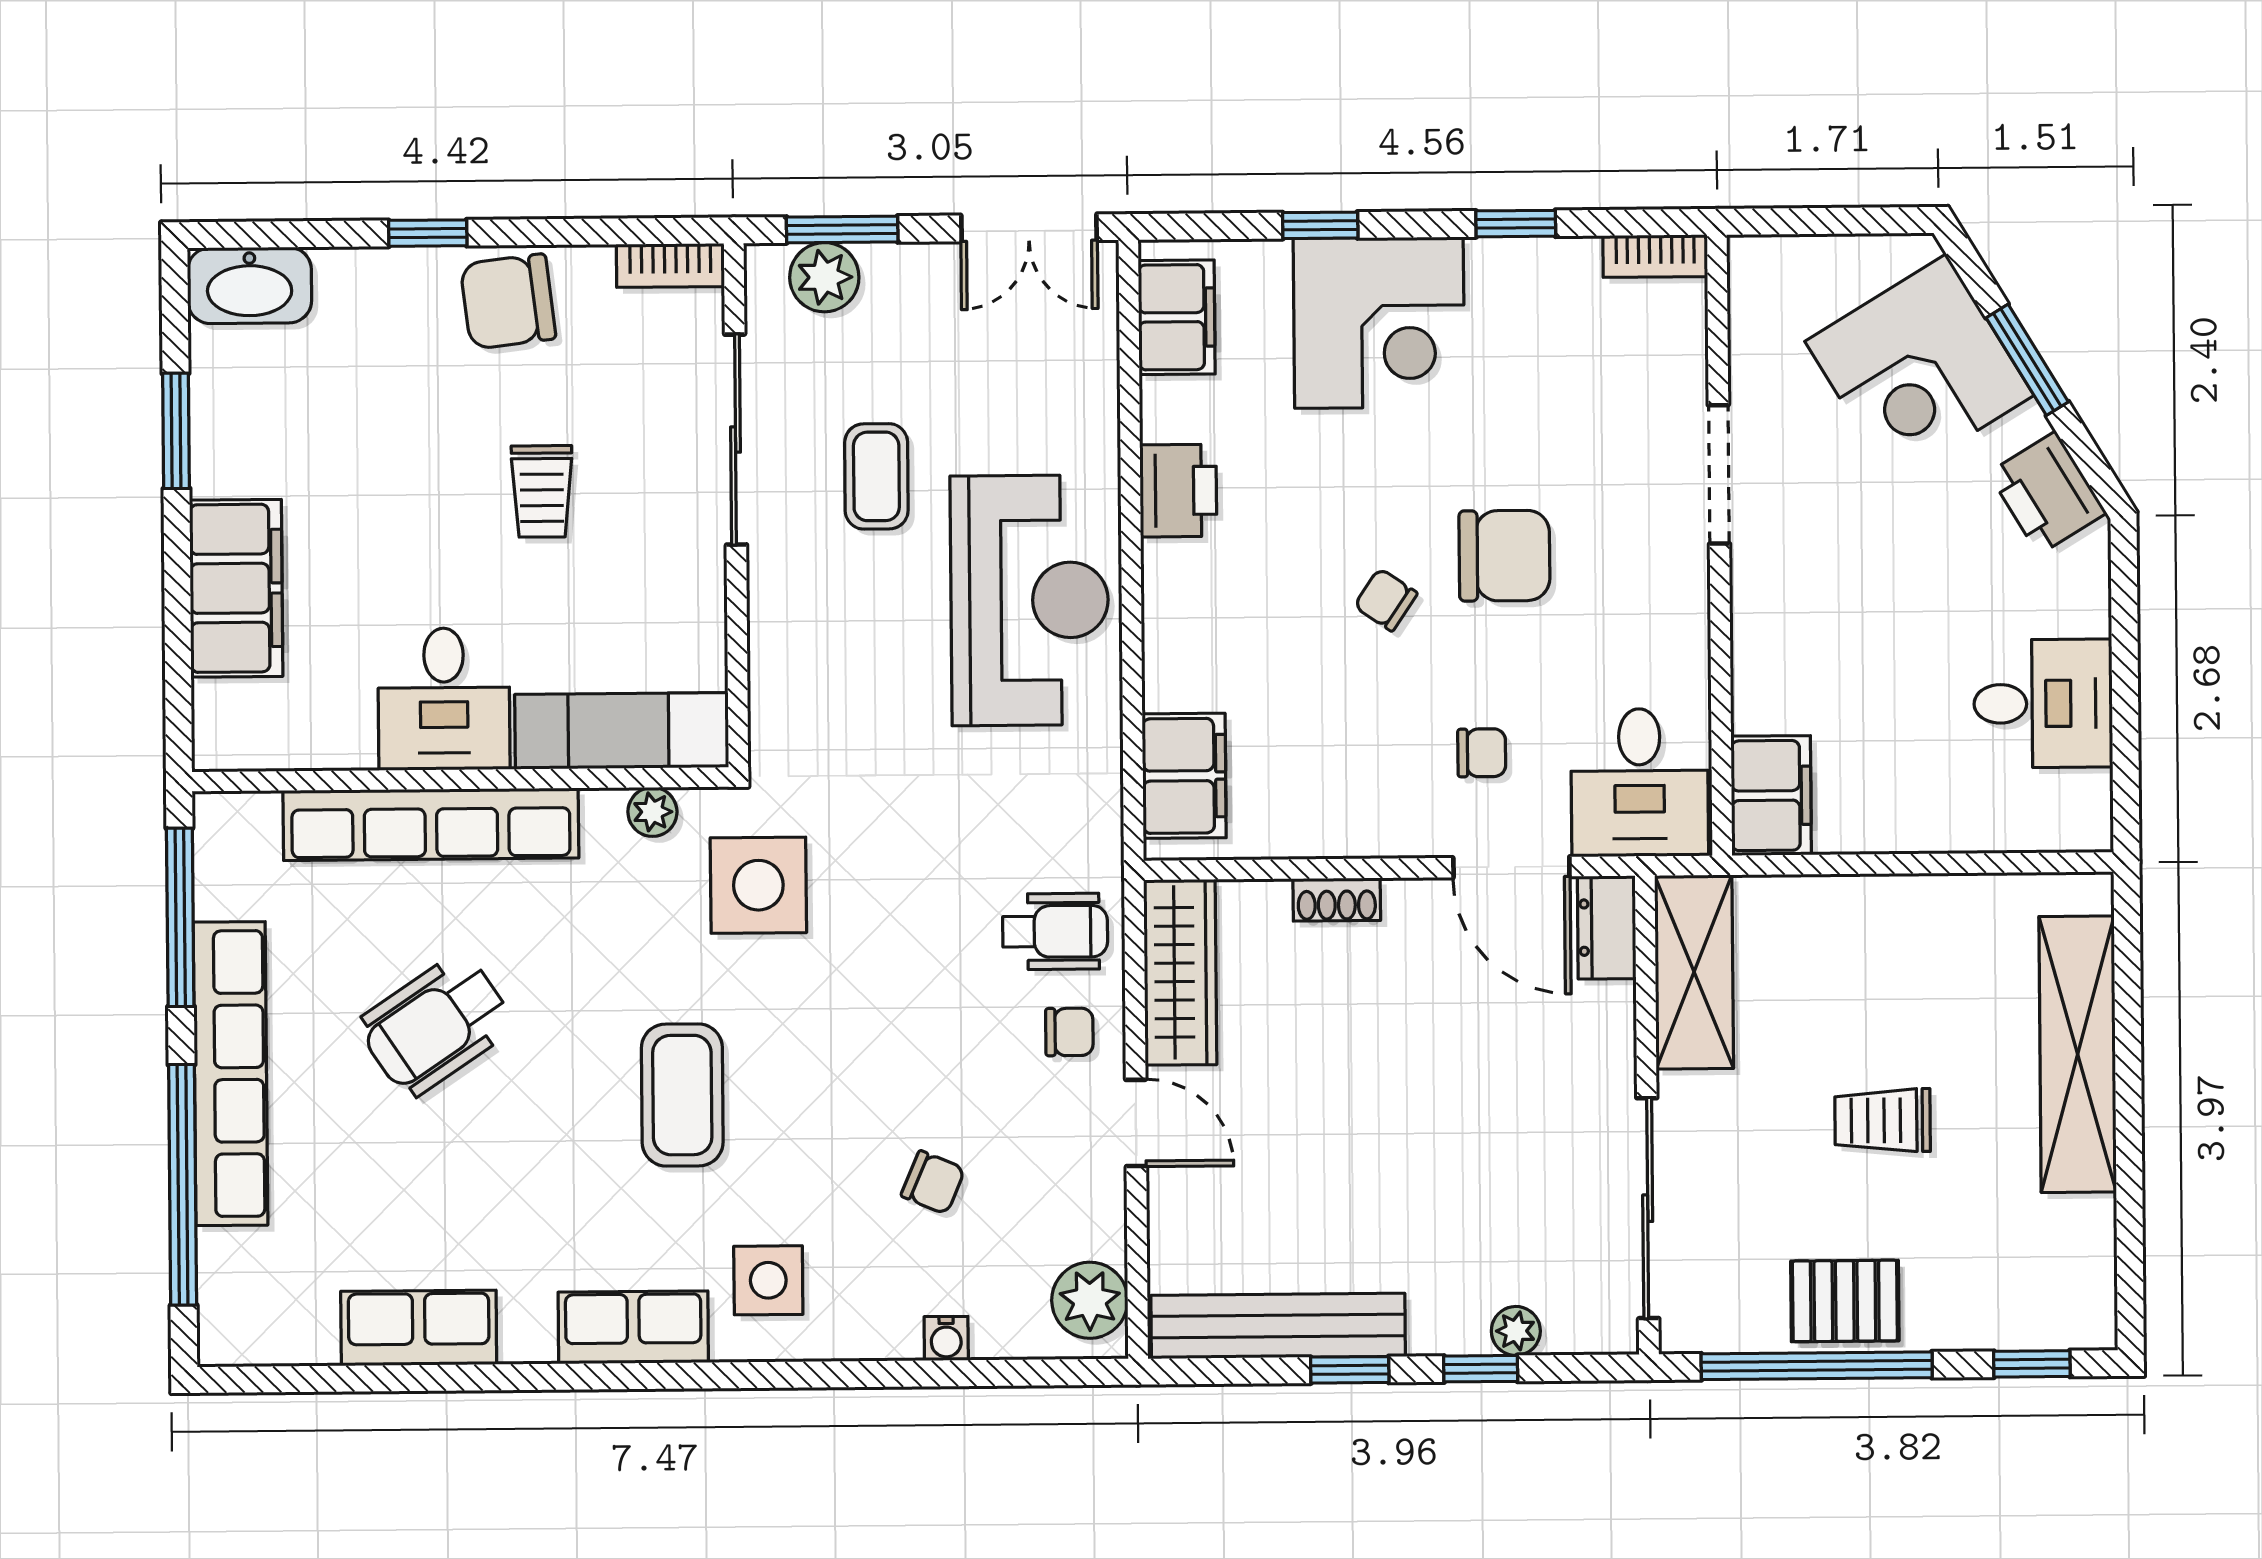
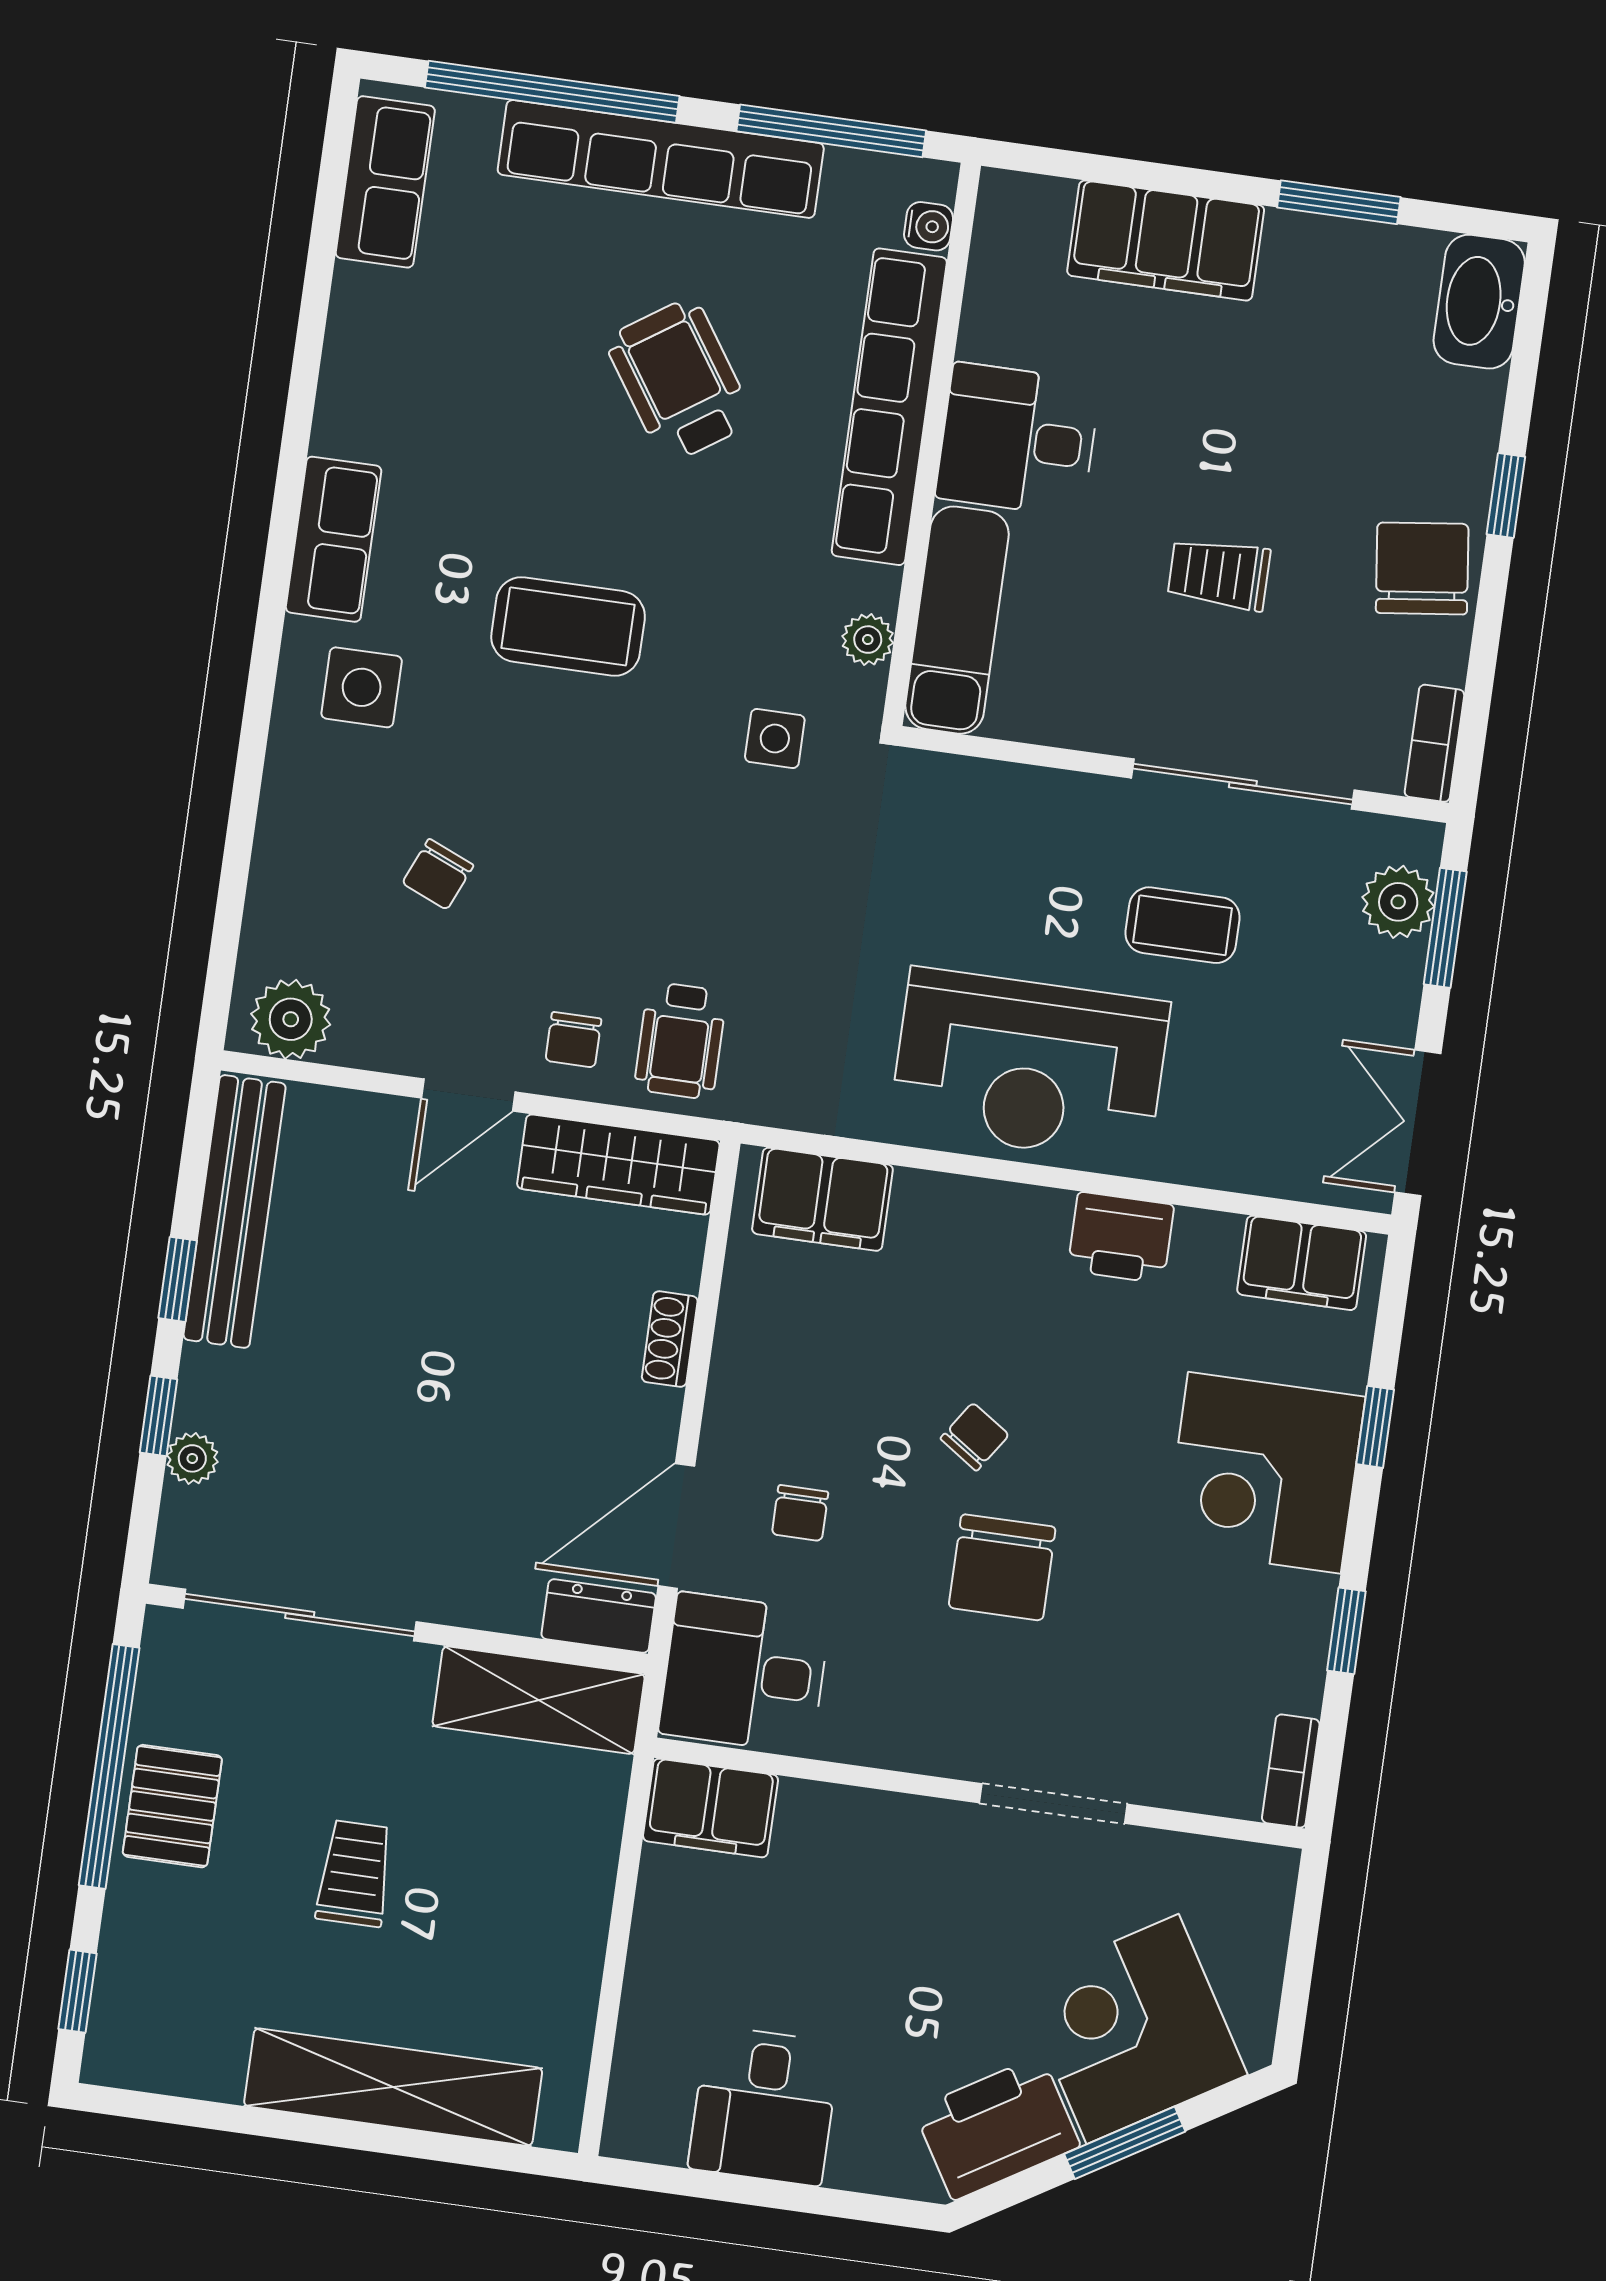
printer: (2047, 493) -> (997, 2128), width x1.37, depth x1.19
side table: (758, 885) -> (775, 738), width x0.54, depth x0.54
row of seats: (419, 1328) -> (385, 182), moved
water cooler: (946, 1338) -> (929, 226), moved, turned 180

